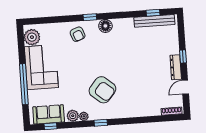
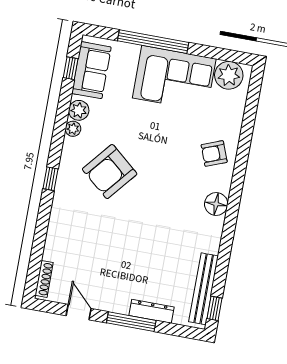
window: (153, 13) -> (214, 308), moved
window: (90, 17) -> (237, 182), removed
window: (183, 56) -> (131, 322), width x2.17
dresser: (176, 67) -> (152, 311), moved
window: (101, 123) -> (51, 179), moved

